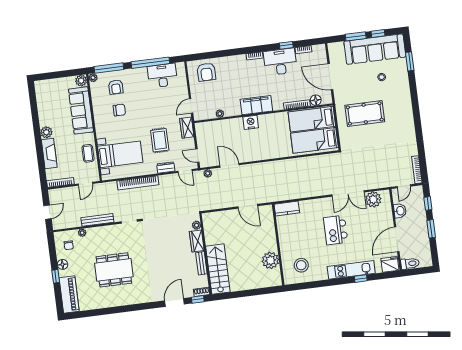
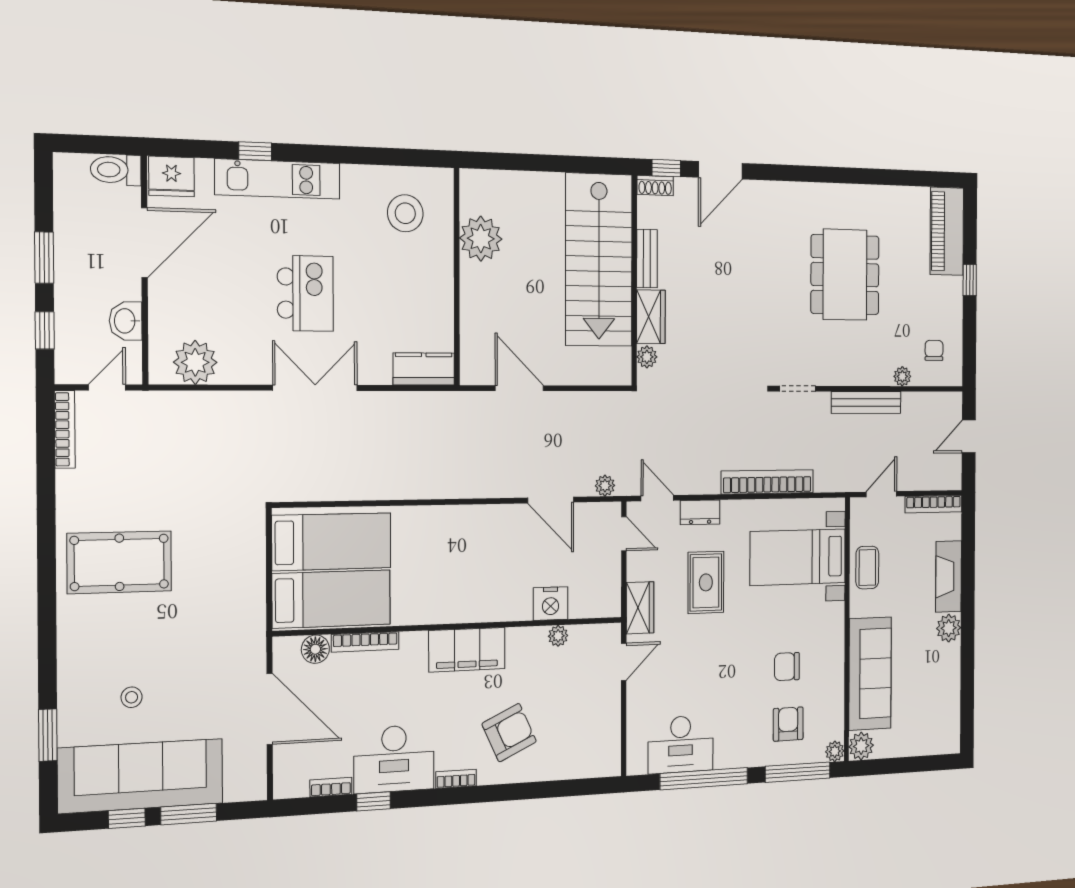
armchair: (206, 72) -> (509, 733), moved, turned 65
pool table: (365, 113) -> (119, 562), moved
nightstand: (251, 122) -> (551, 604), moved
double door: (348, 193) -> (315, 388), moved
floor lamp: (63, 264) -> (952, 306), removed
stairs: (218, 269) -> (599, 260), width x1.36, depth x1.51
dining table: (114, 270) -> (845, 275), turned 90

